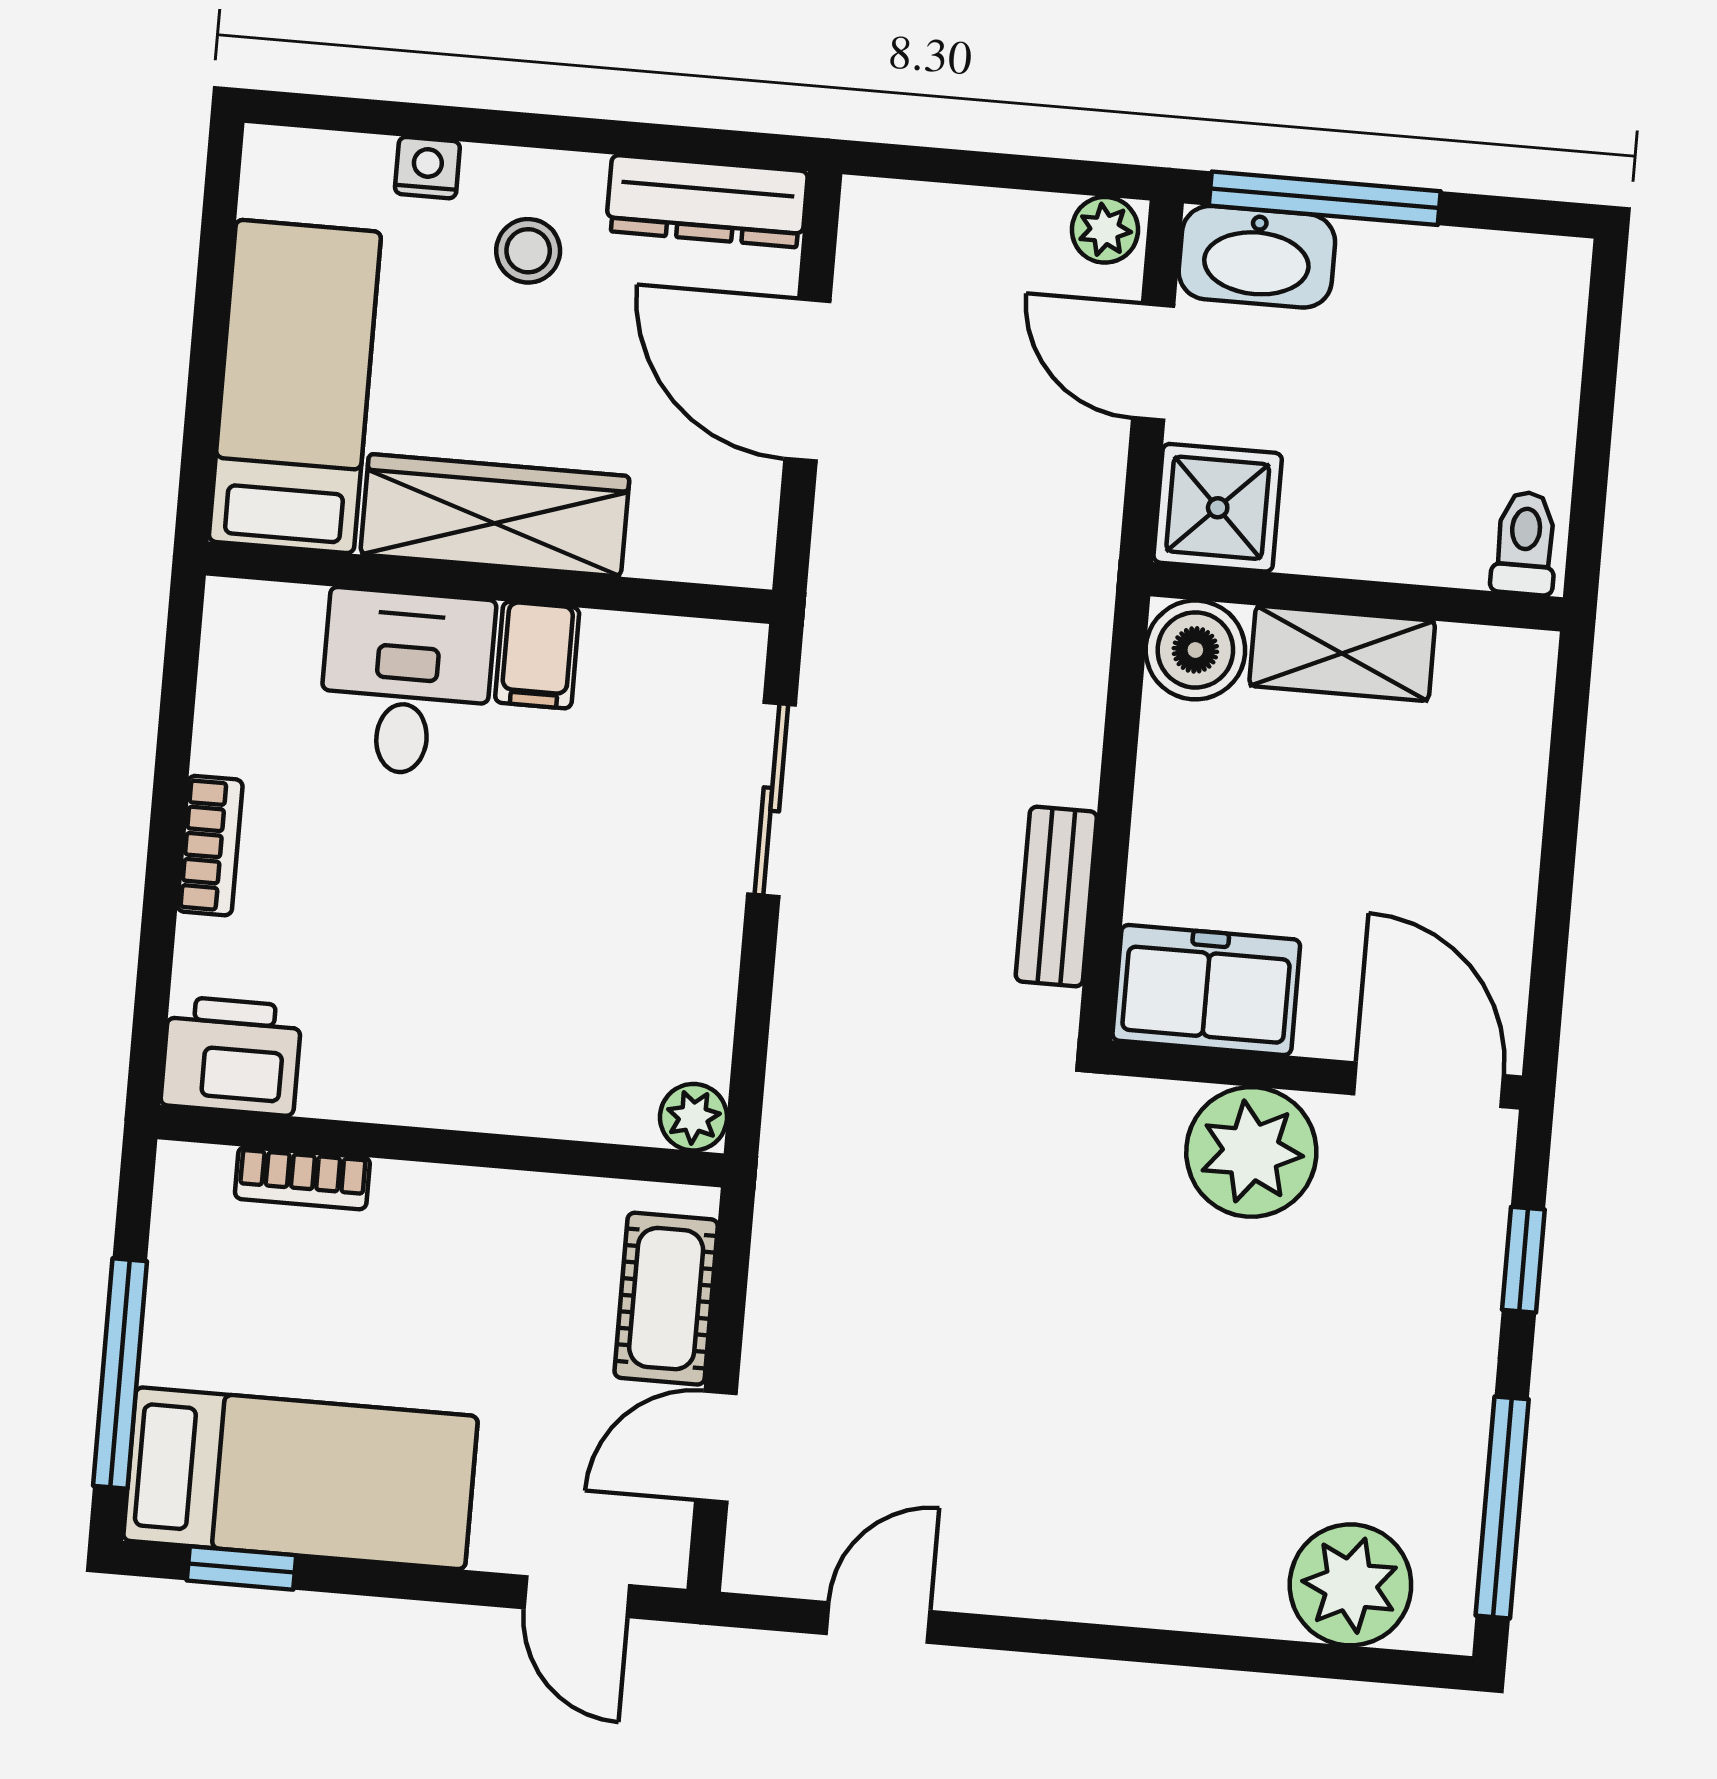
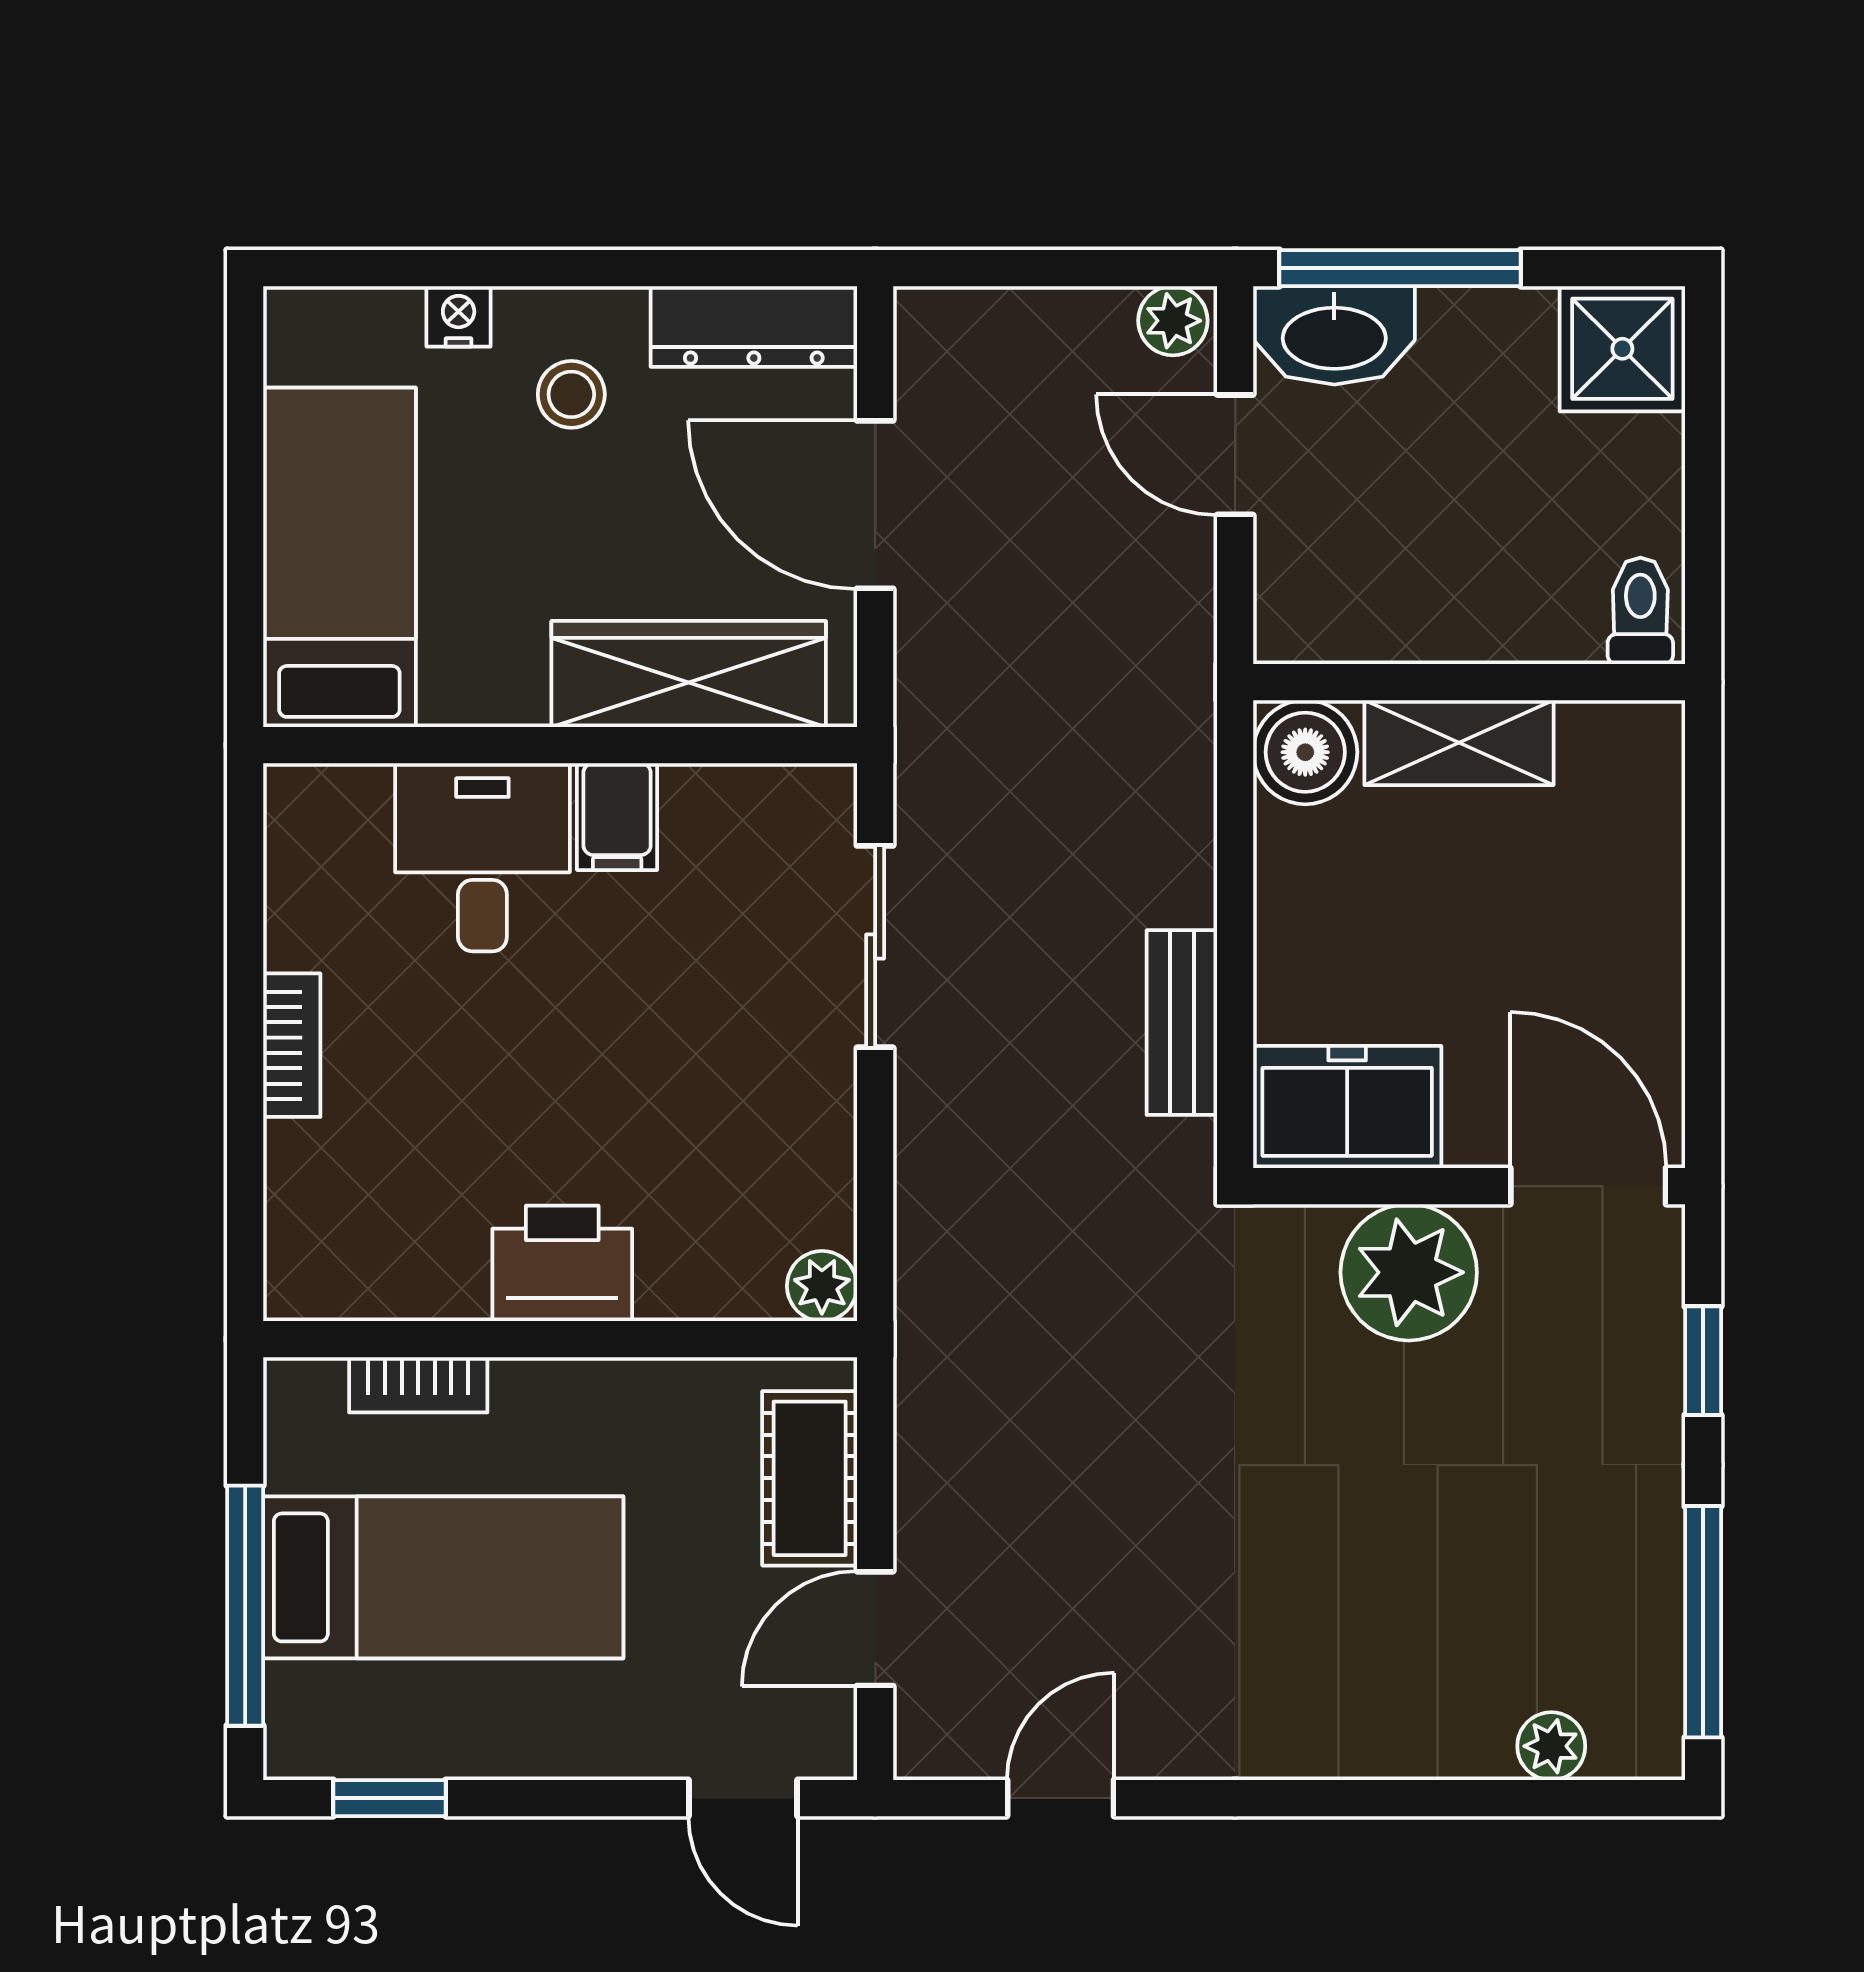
shower: (1218, 508) -> (1622, 349), moved
wardrobe: (495, 515) -> (689, 674), moved
printer: (231, 1056) -> (562, 1263), moved
bed: (300, 1478) -> (443, 1577), moved
plant: (1350, 1585) -> (1551, 1746), width x0.53, depth x0.53

